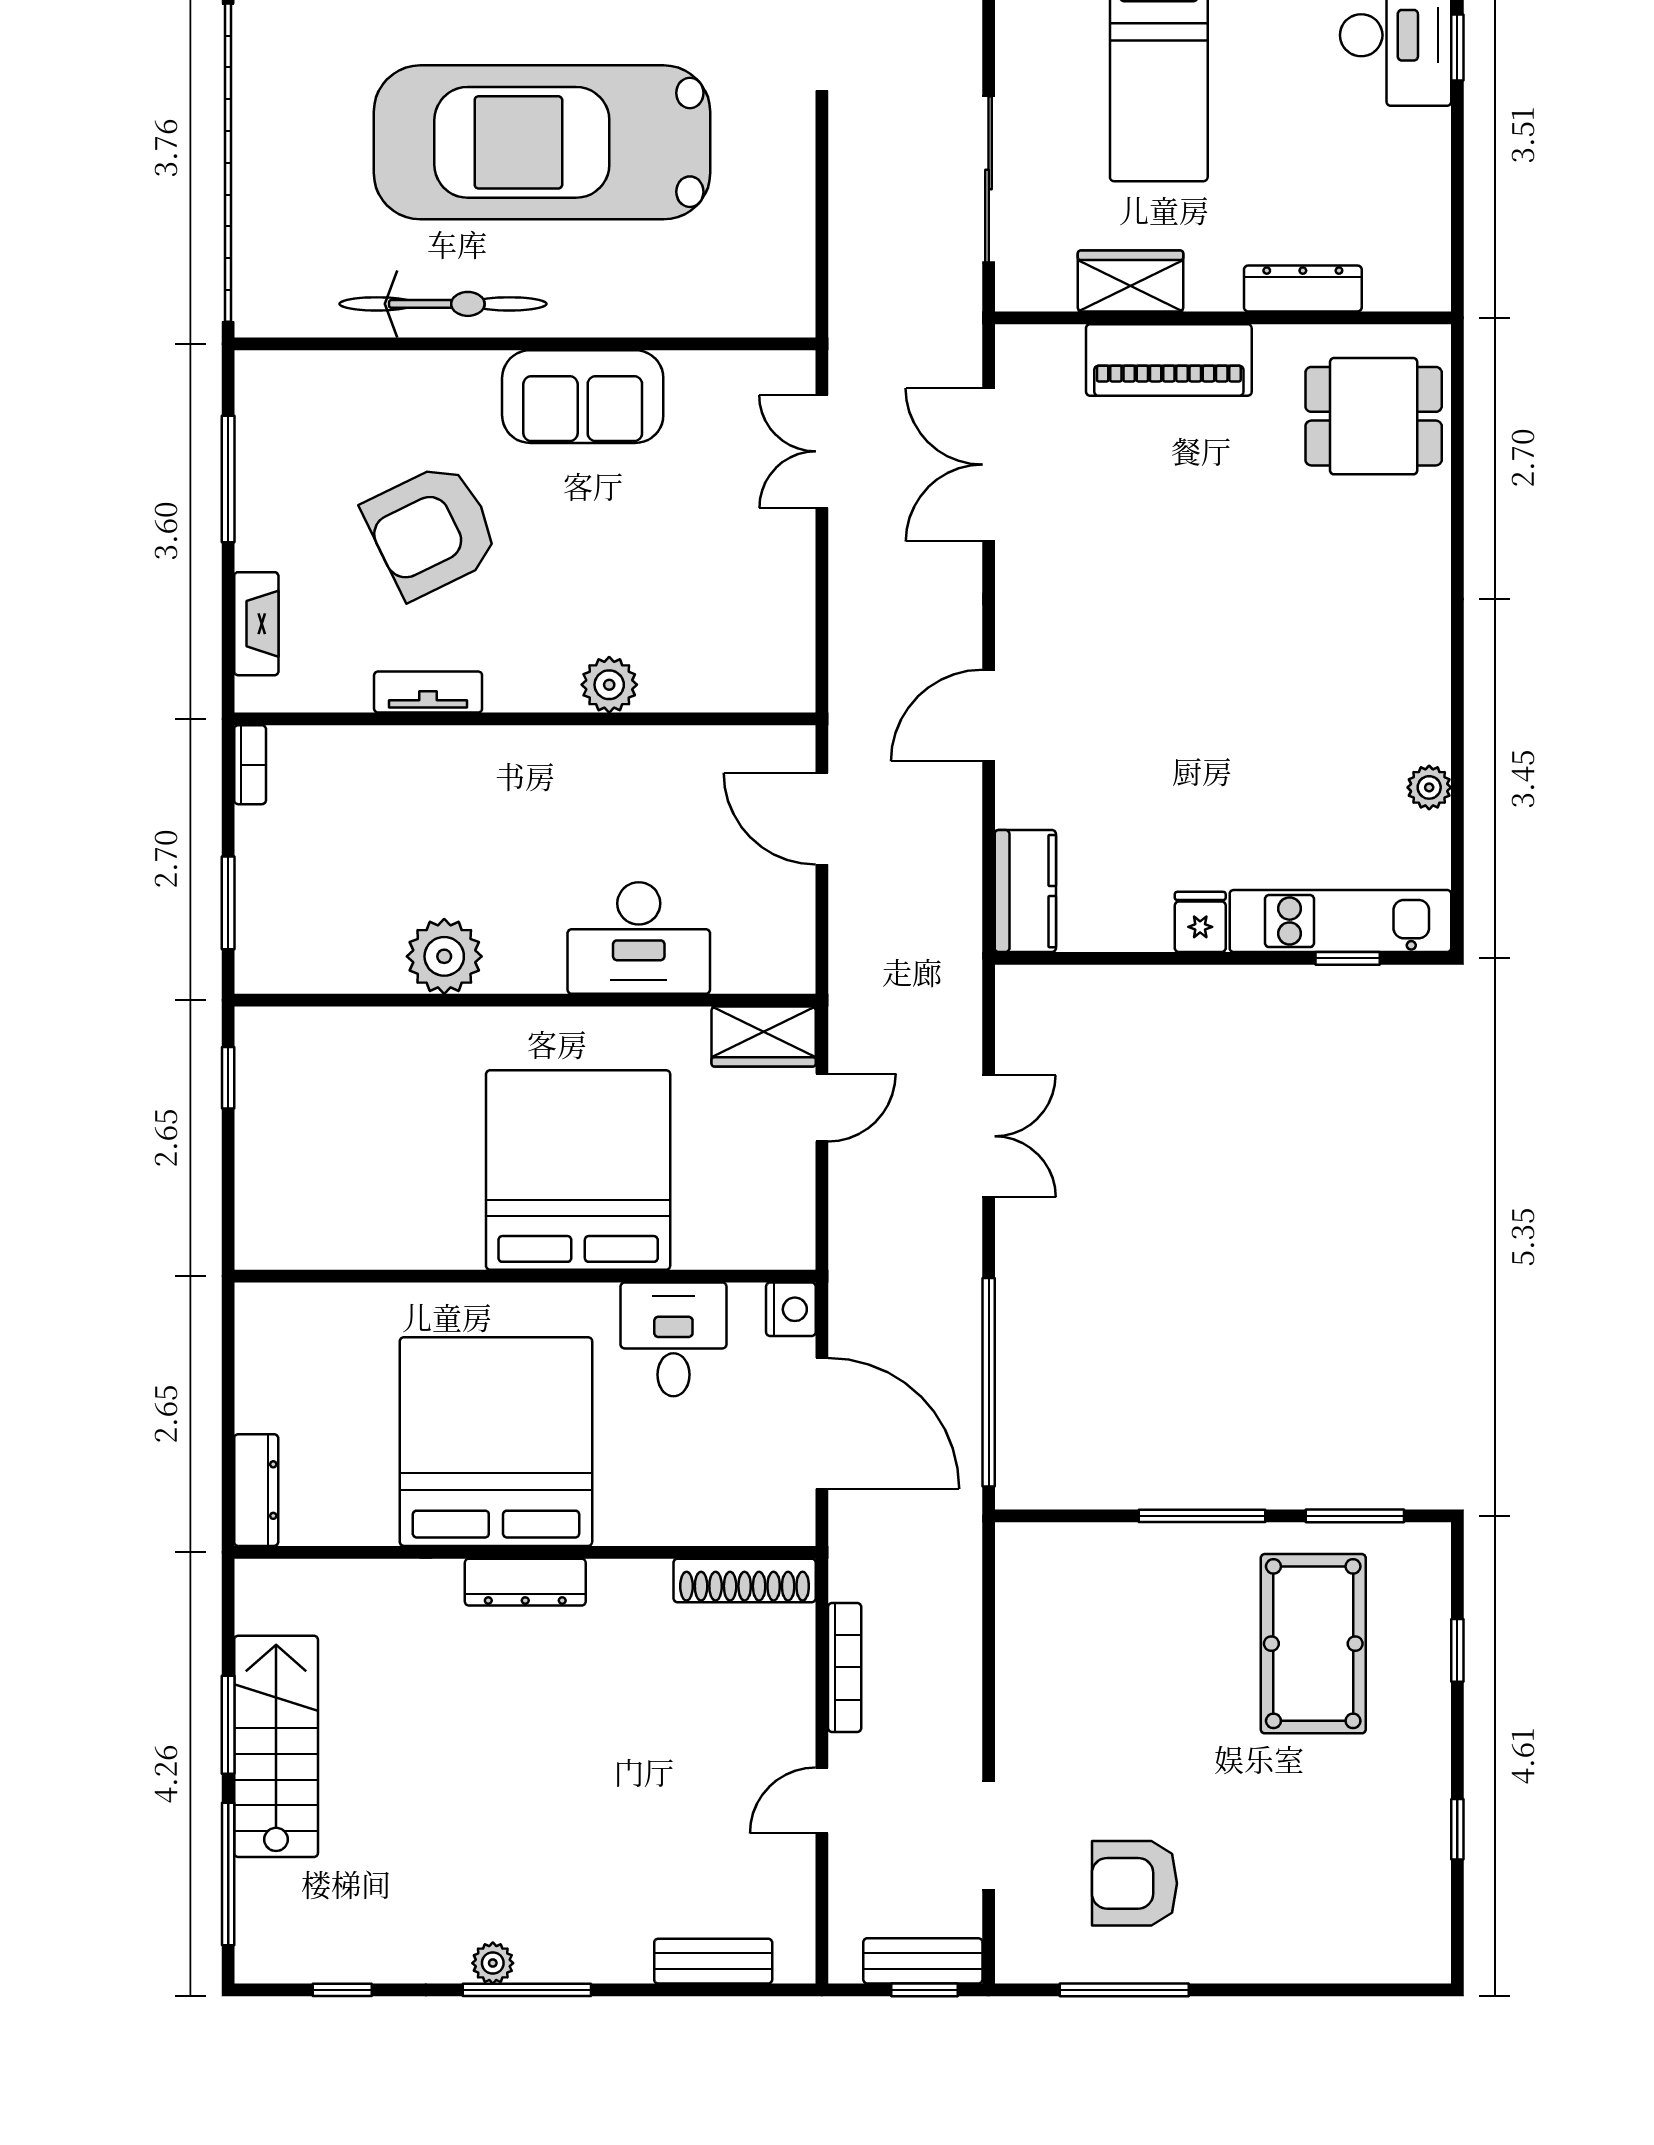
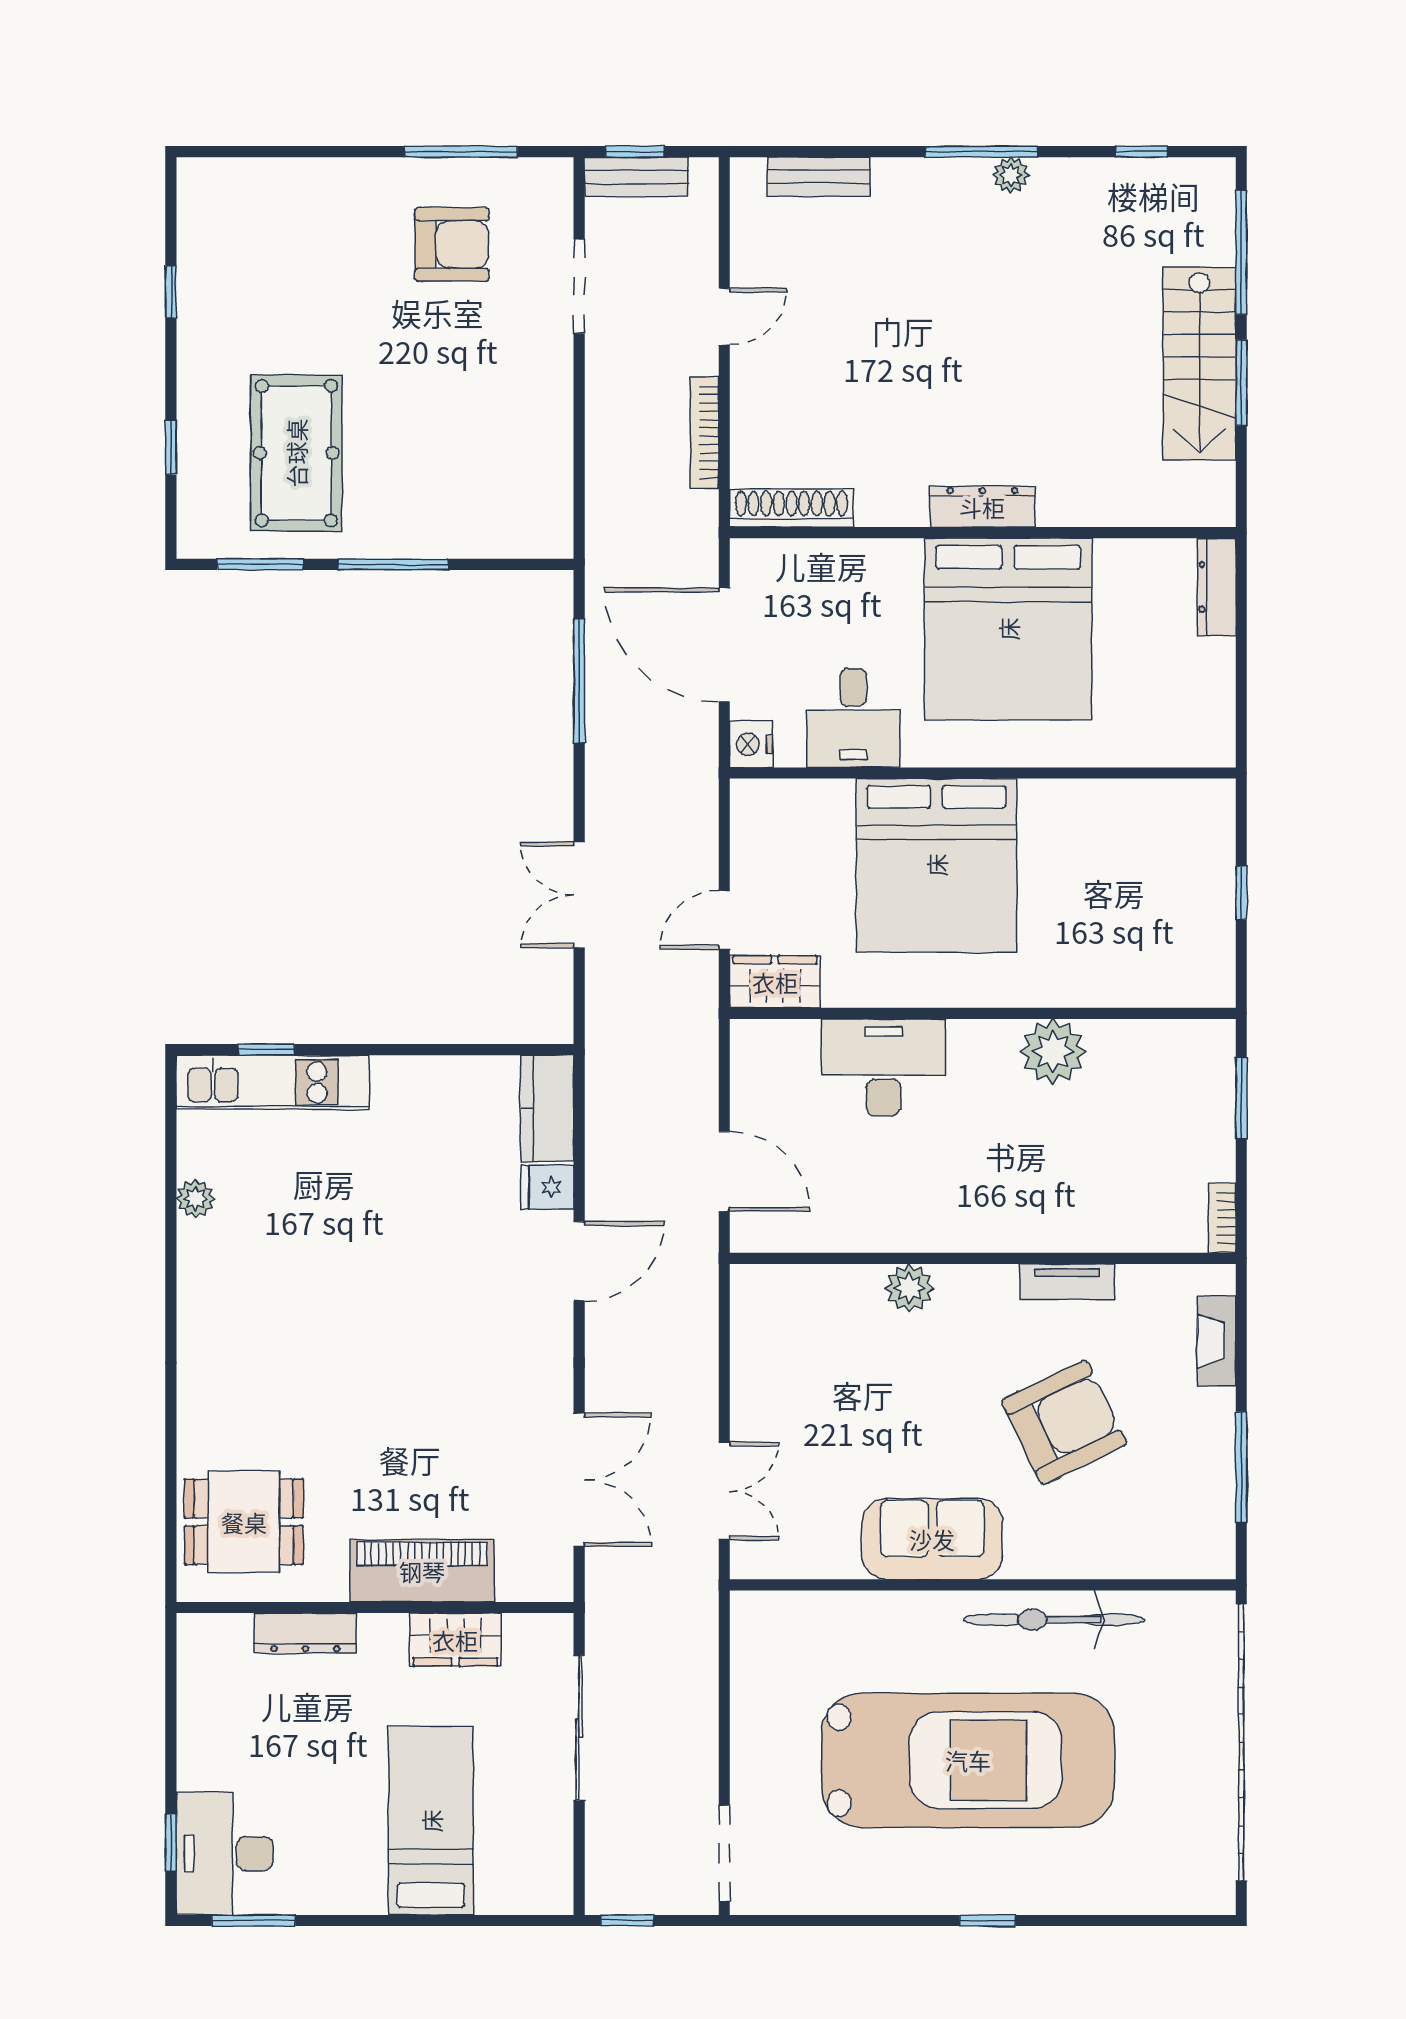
fridge: (1200, 922) -> (547, 1187), moved, turned 90
window: (228, 1078) -> (1241, 893), moved
window: (989, 1382) -> (579, 681), width x0.68

